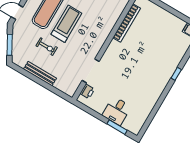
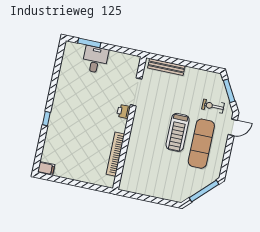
exercise bike: (47, 47) -> (213, 106), moved
bench: (40, 74) -> (166, 67), moved
printer: (87, 91) -> (124, 111), moved

